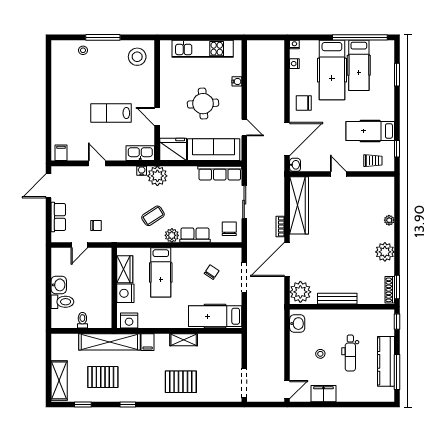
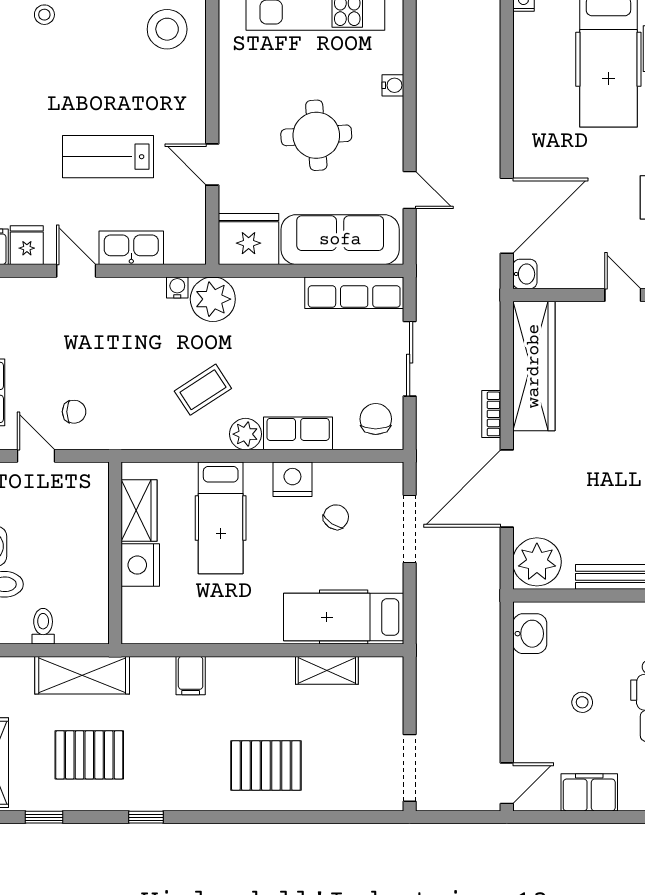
nightstand: (294, 64) -> (524, 45), removed
chair: (304, 103) -> (544, 134), removed
fridge: (75, 152) -> (27, 245), added
kitchen sink: (140, 153) -> (131, 248), moved
door: (79, 245) -> (36, 456), swing flipped
nightstand: (129, 320) -> (292, 479), moved, turned 180
shelving: (184, 340) -> (327, 670), moved
shelving: (109, 342) -> (82, 675), width x0.68

